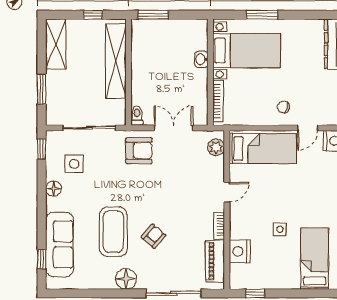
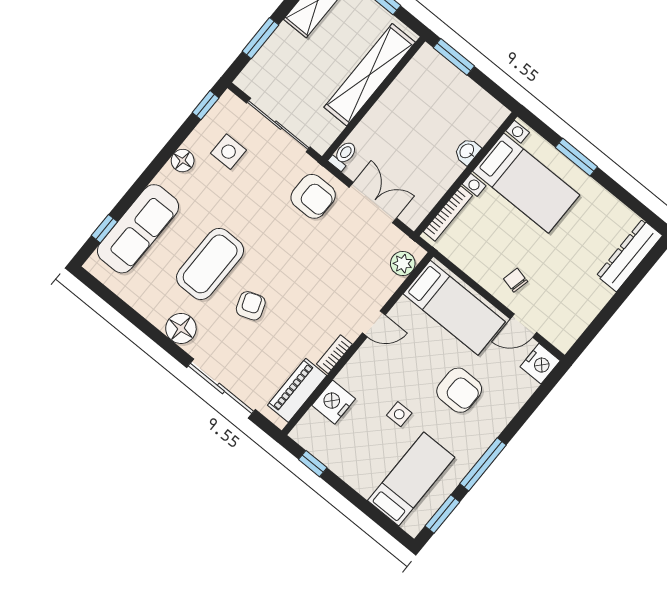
armchair: (301, 190) -> (459, 390), added
armchair: (153, 236) -> (251, 306), turned -61

